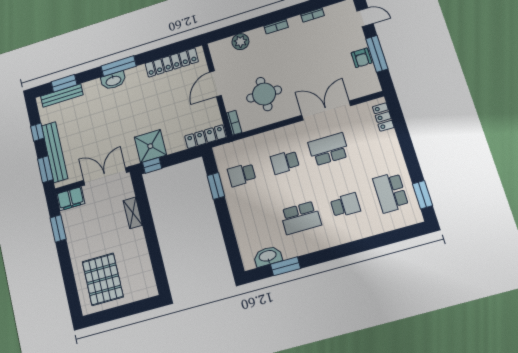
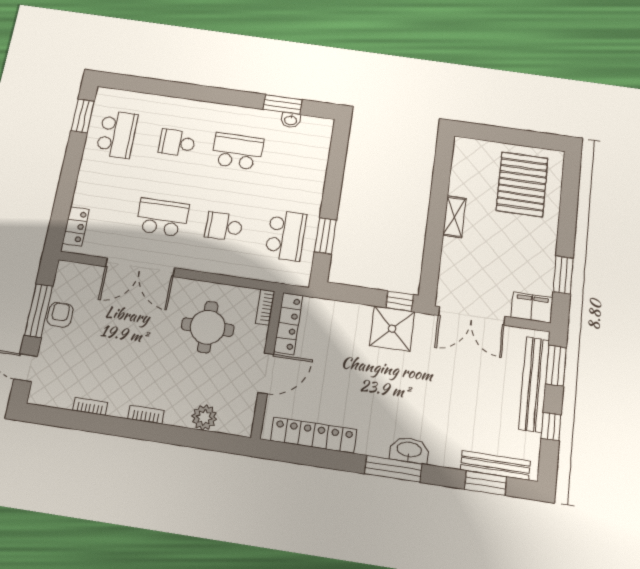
locker: (205, 137) -> (288, 323), moved, turned -90
school desk: (329, 149) -> (162, 217), turned 180
school desk: (285, 162) -> (224, 226), turned 180
school desk: (242, 175) -> (286, 235), width x1.85
shelving: (133, 213) -> (454, 217), moved
washbasin: (268, 256) -> (291, 120), width x0.52, depth x0.69

